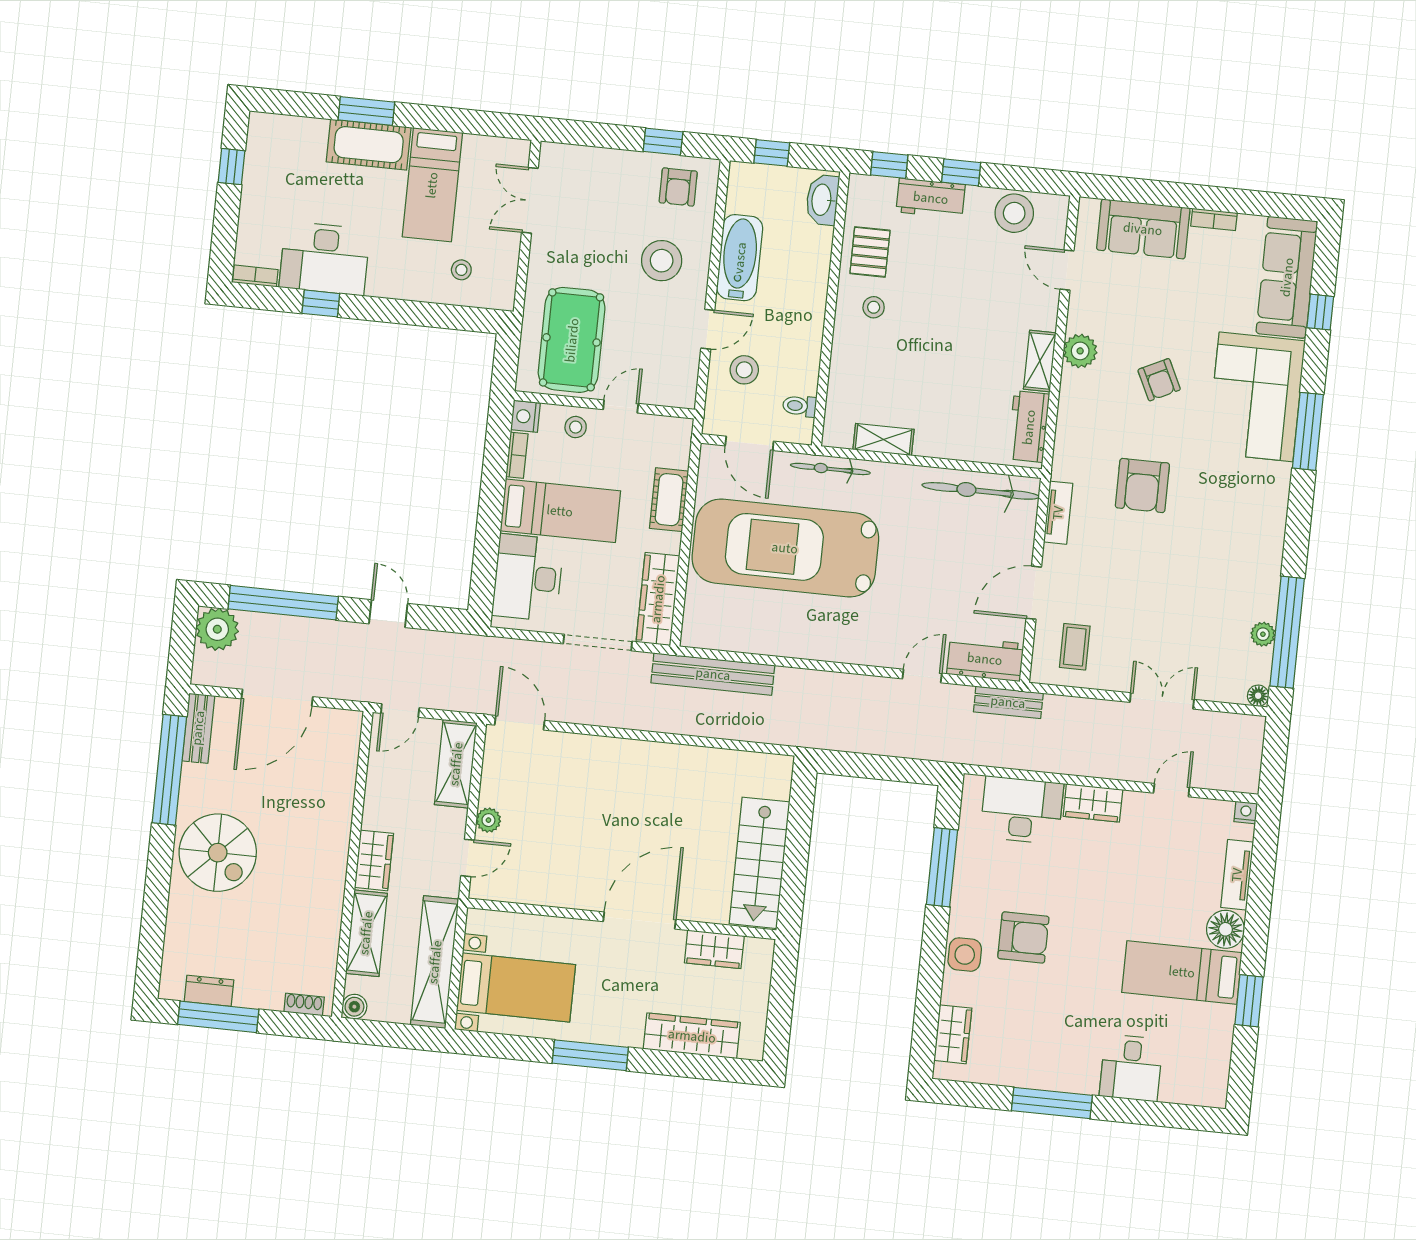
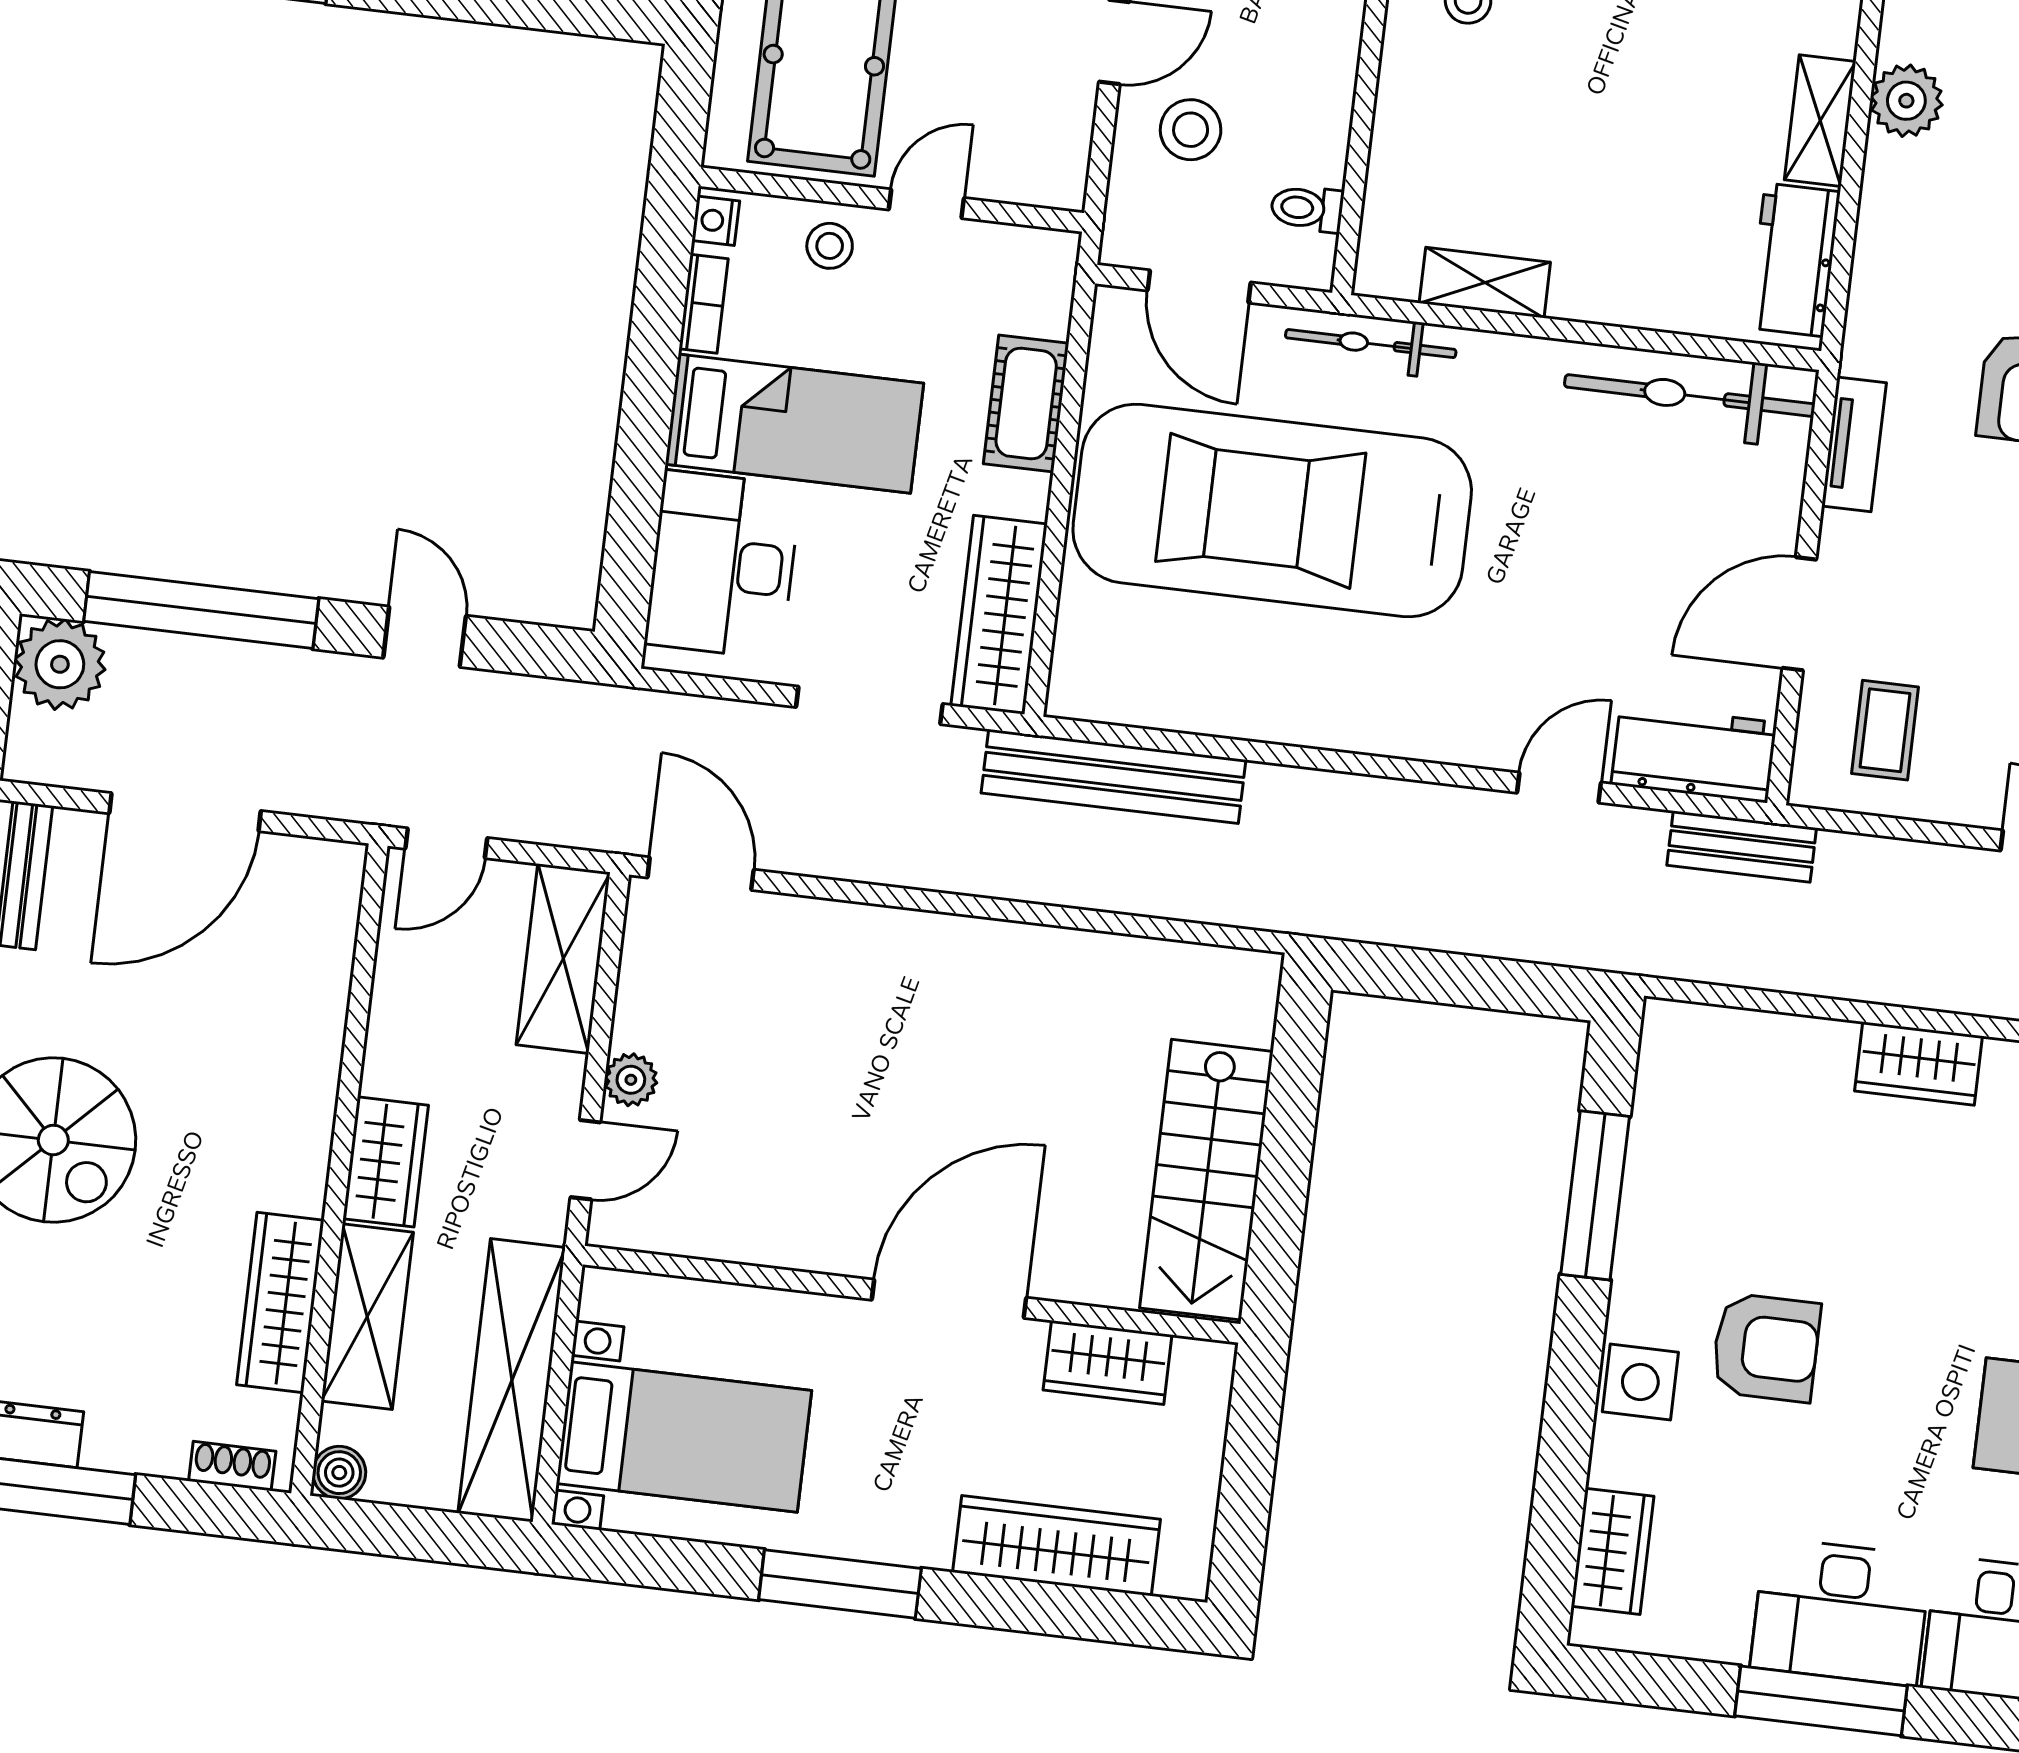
nightstand: (525, 416) -> (716, 221), width x0.72, depth x0.74
desk: (1022, 810) -> (1841, 1612), moved, turned 180
wardrobe: (325, 927) -> (280, 1303), added

